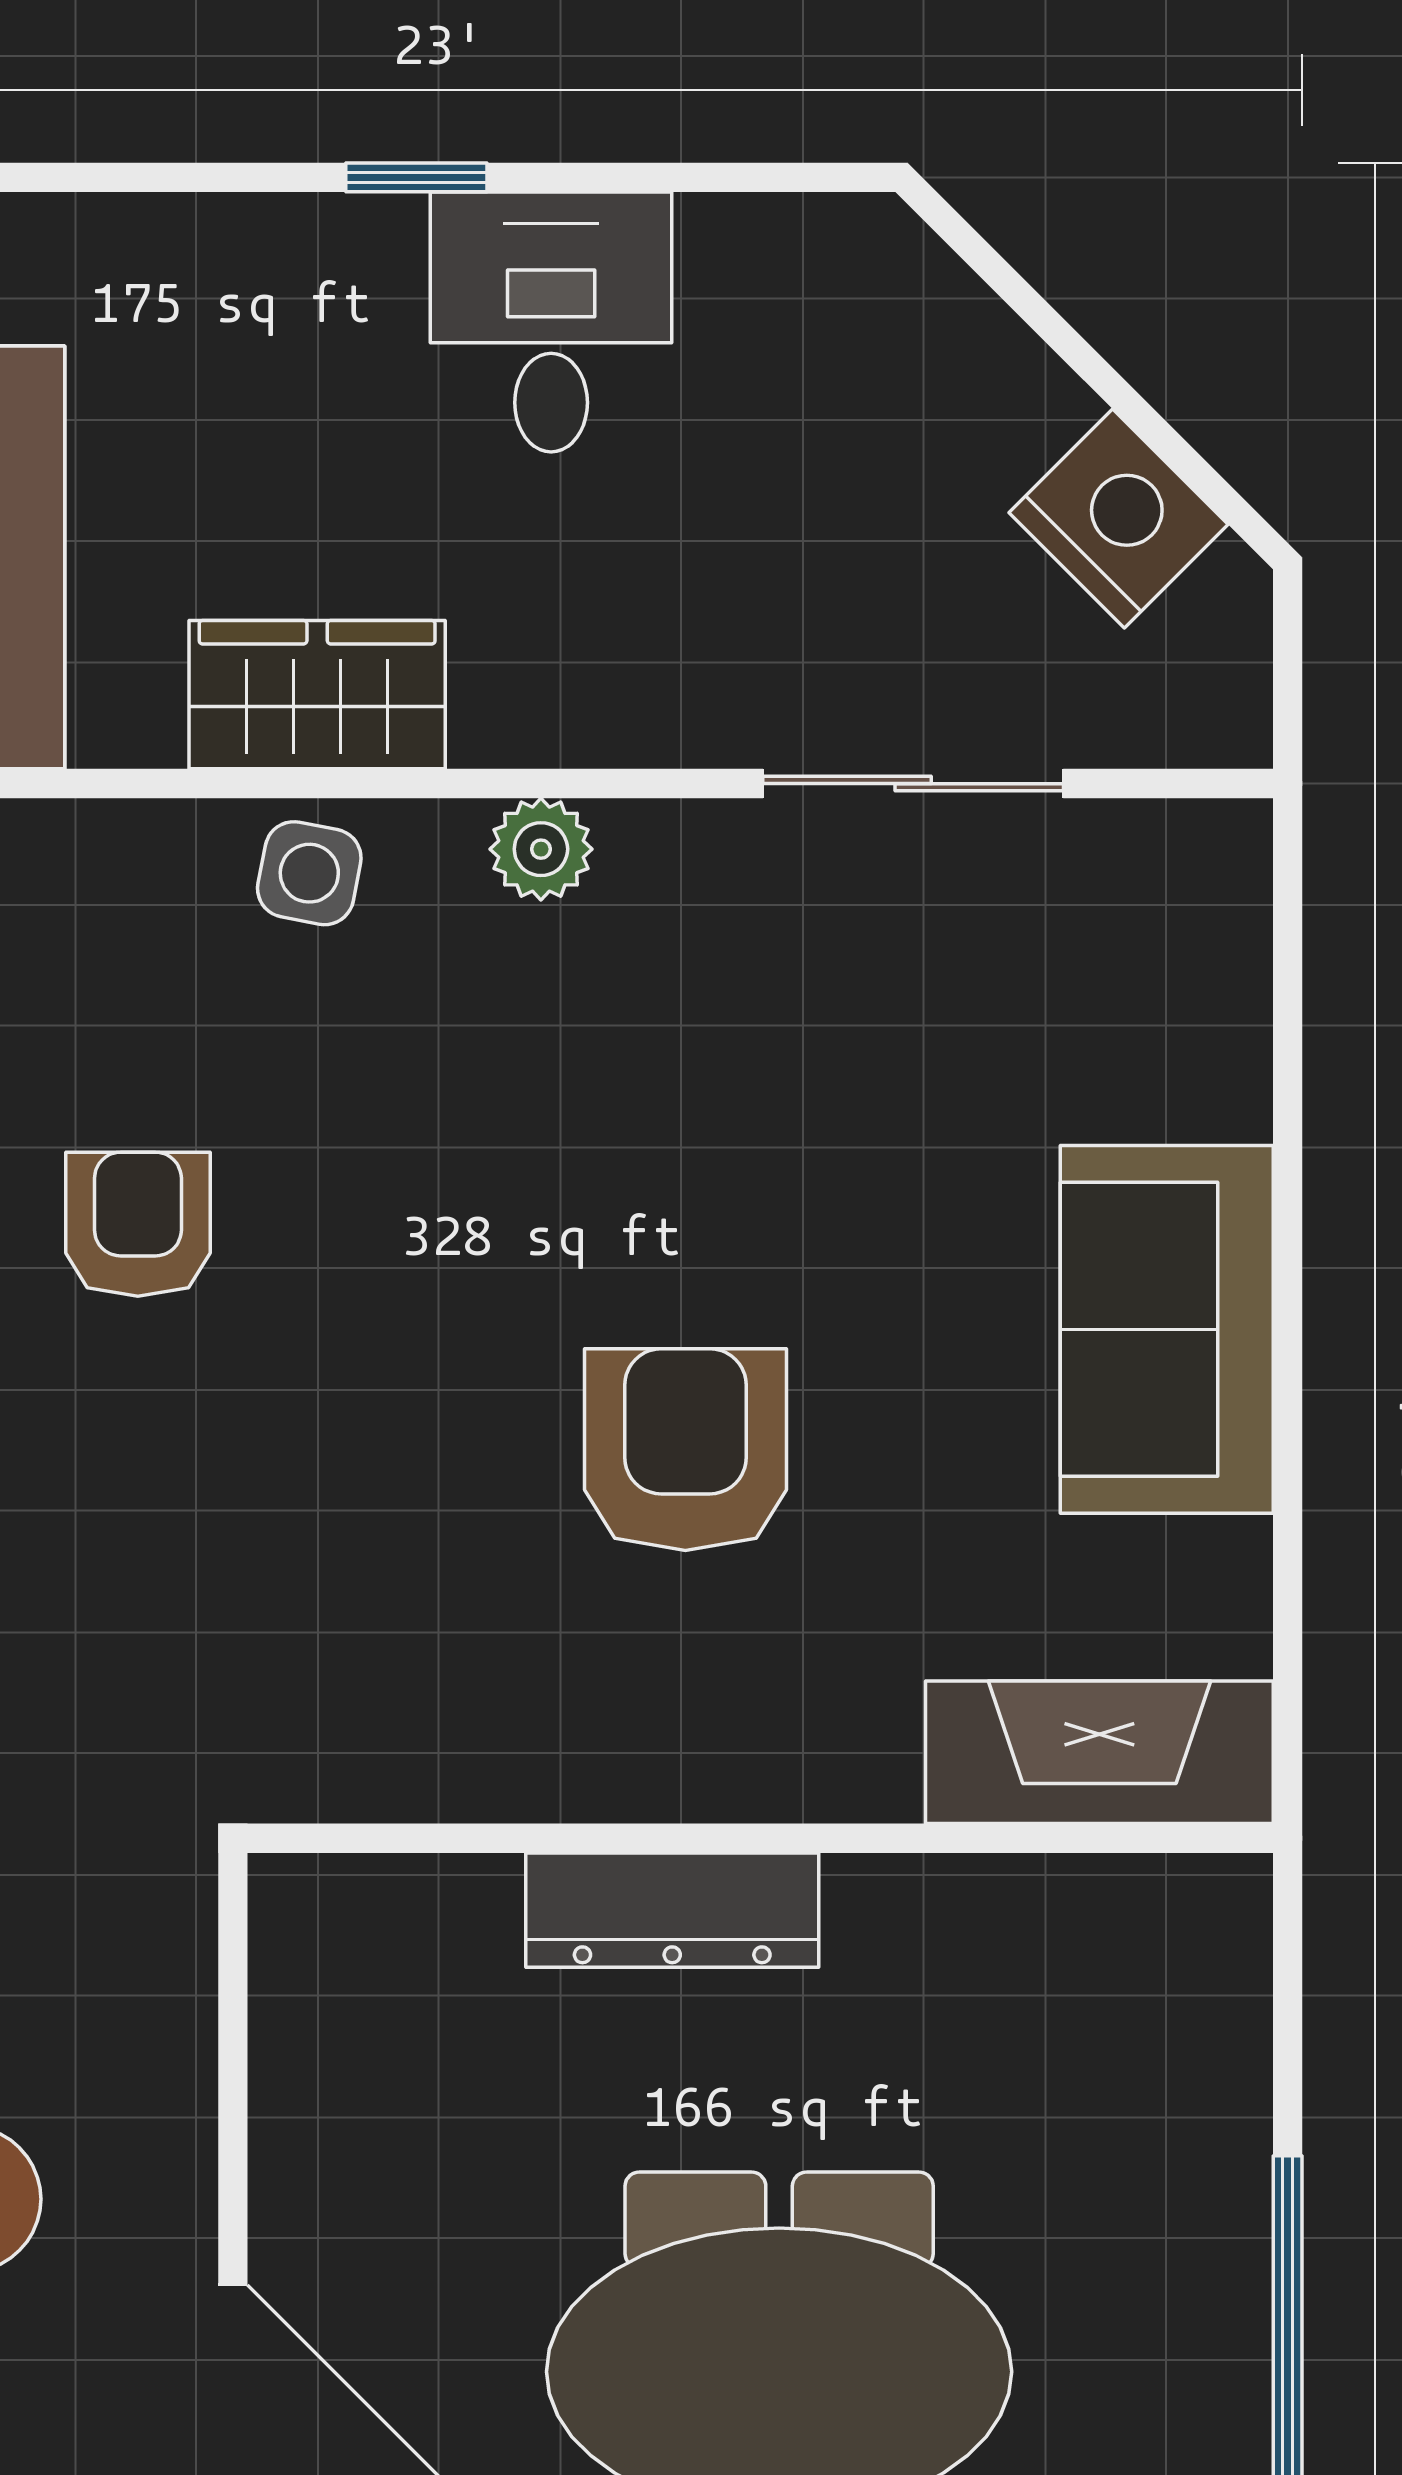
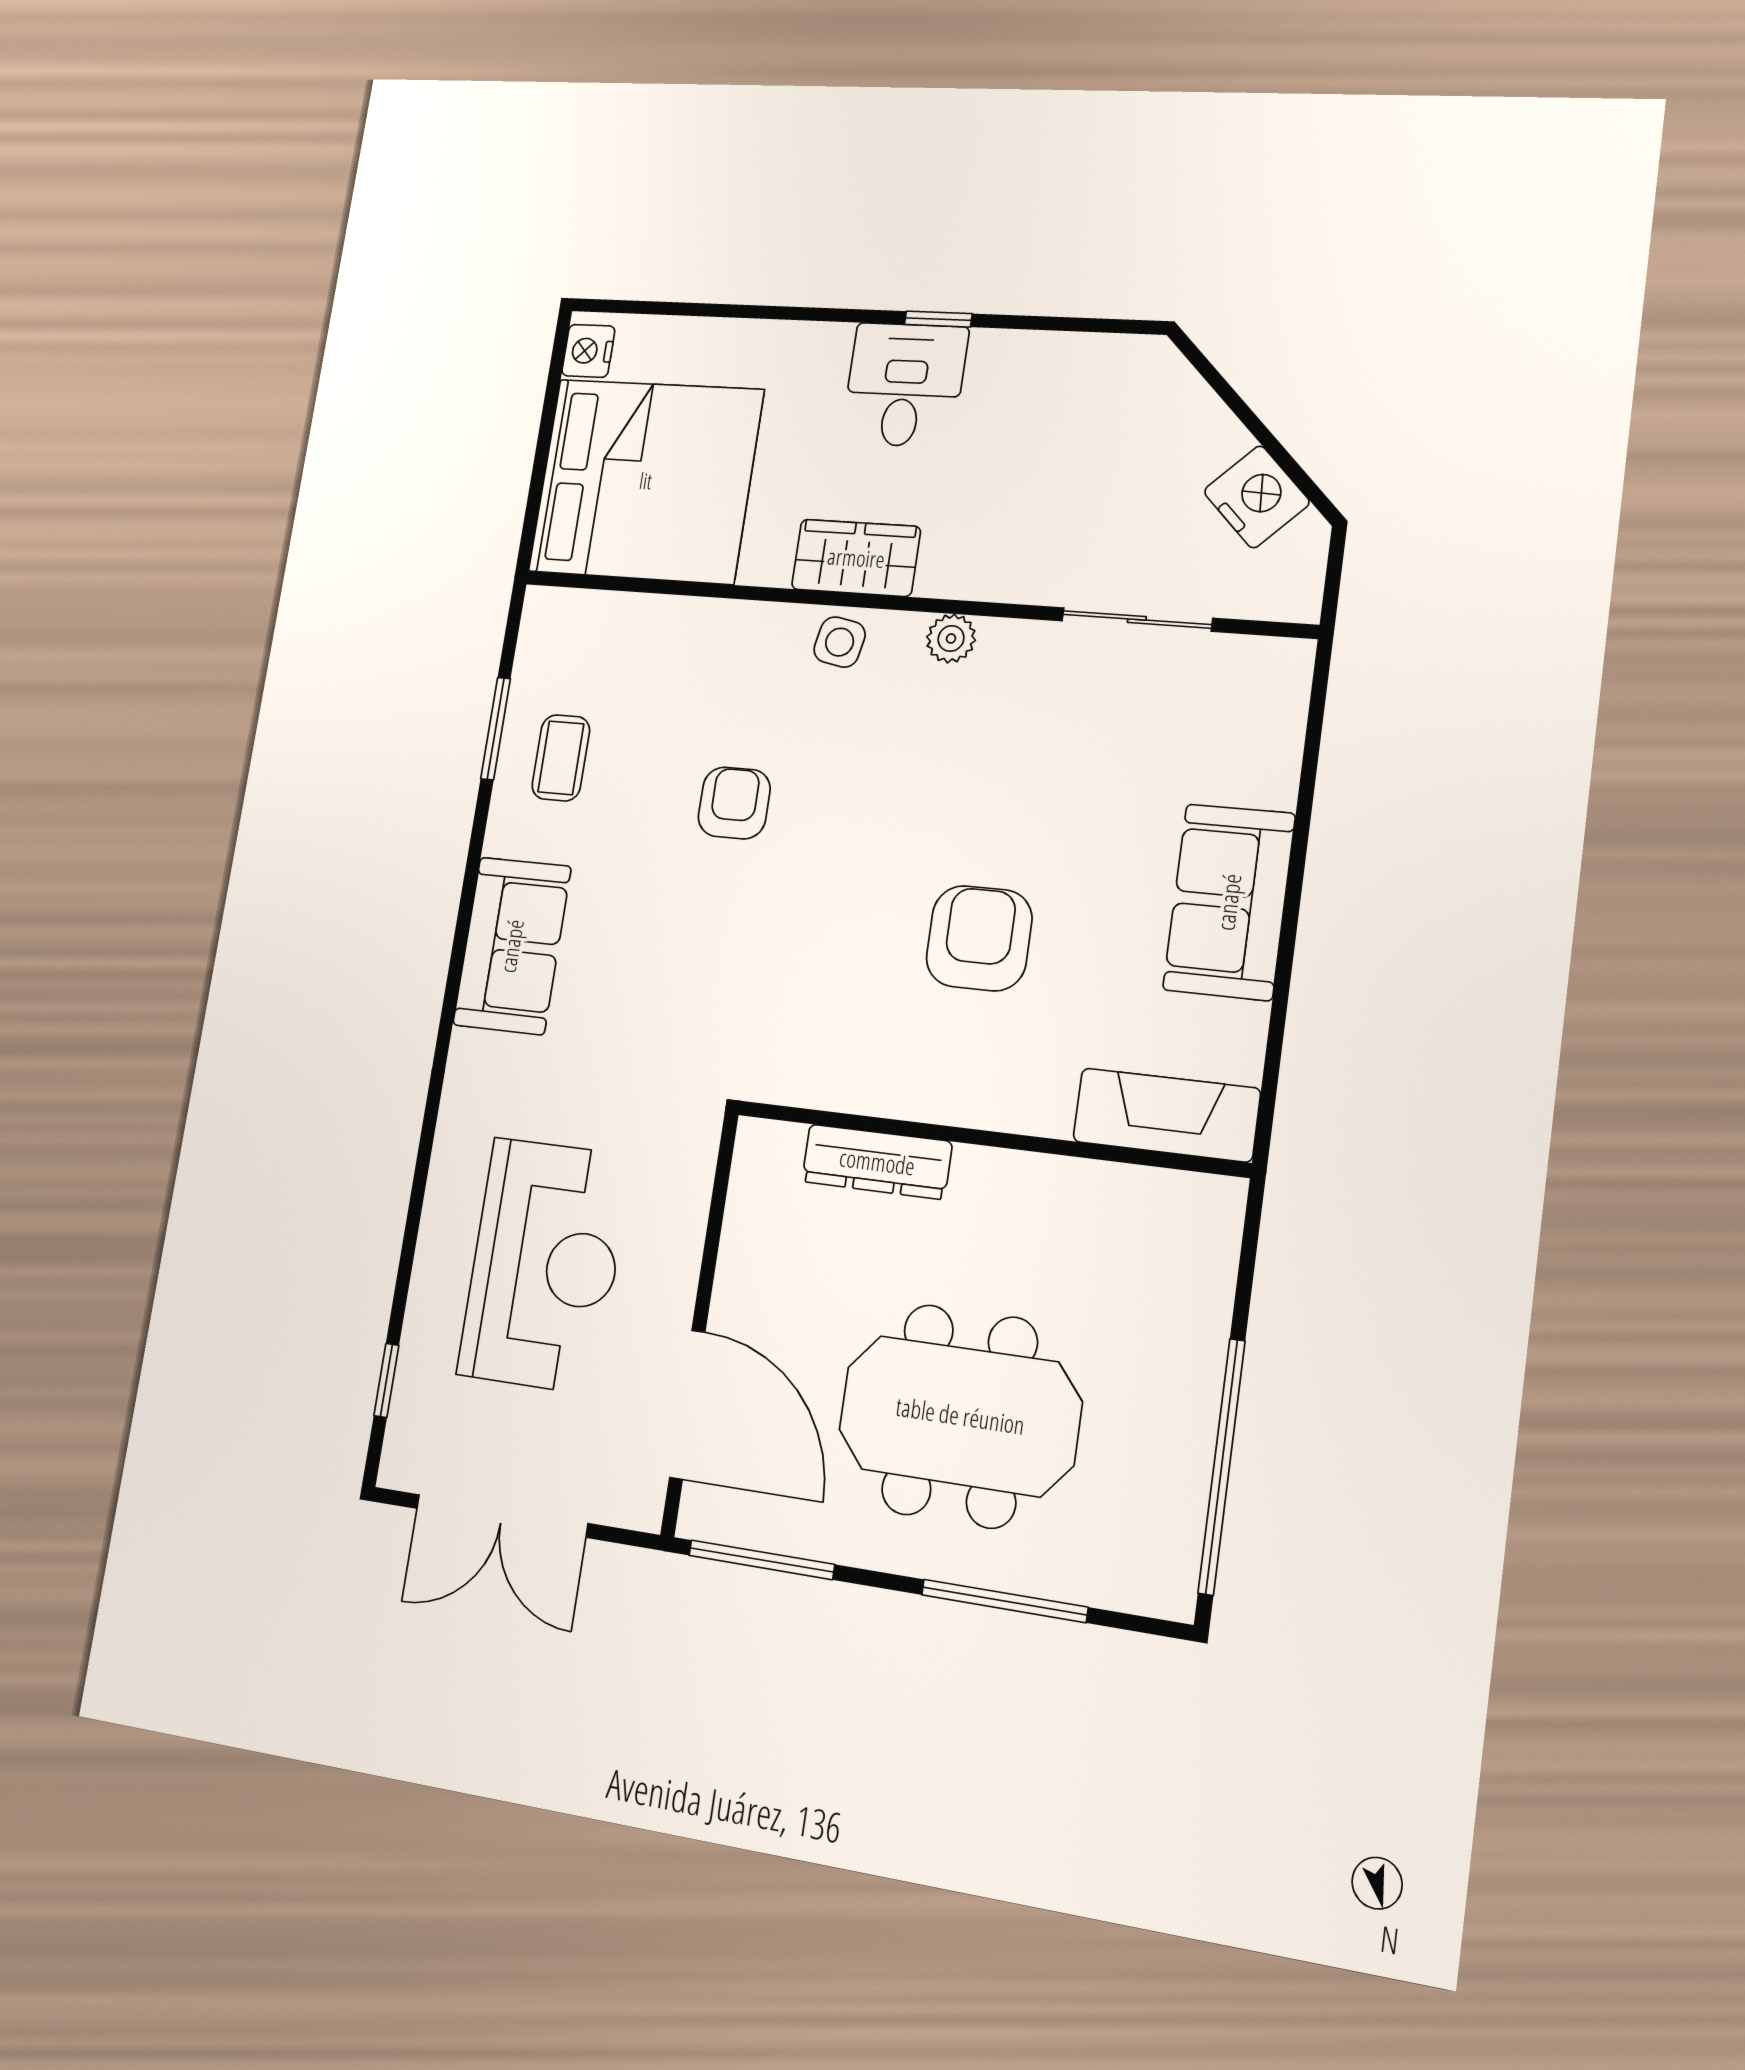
desk: (551, 322) -> (905, 385), moved
dresser: (672, 1910) -> (877, 1162), moved

